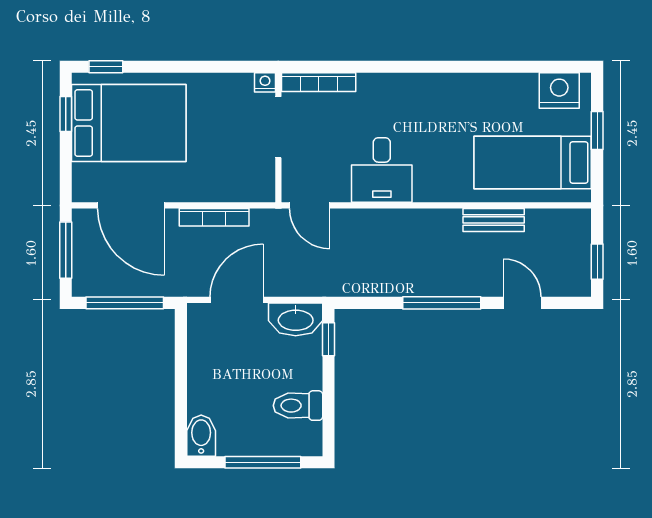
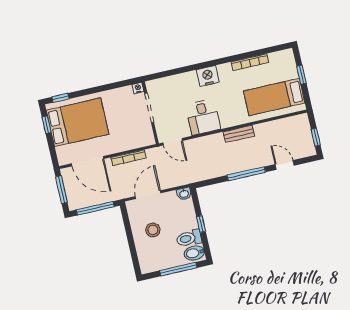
bookcase: (319, 82) -> (250, 62), moved
nightstand: (559, 90) -> (208, 76), moved
bench: (494, 220) -> (239, 134), moved
washbasin: (296, 319) -> (184, 194), width x0.52, depth x0.69
window: (328, 339) -> (201, 224), moved
stool: (230, 372) -> (153, 230), added
bidet: (201, 436) -> (194, 253), moved, turned -90

